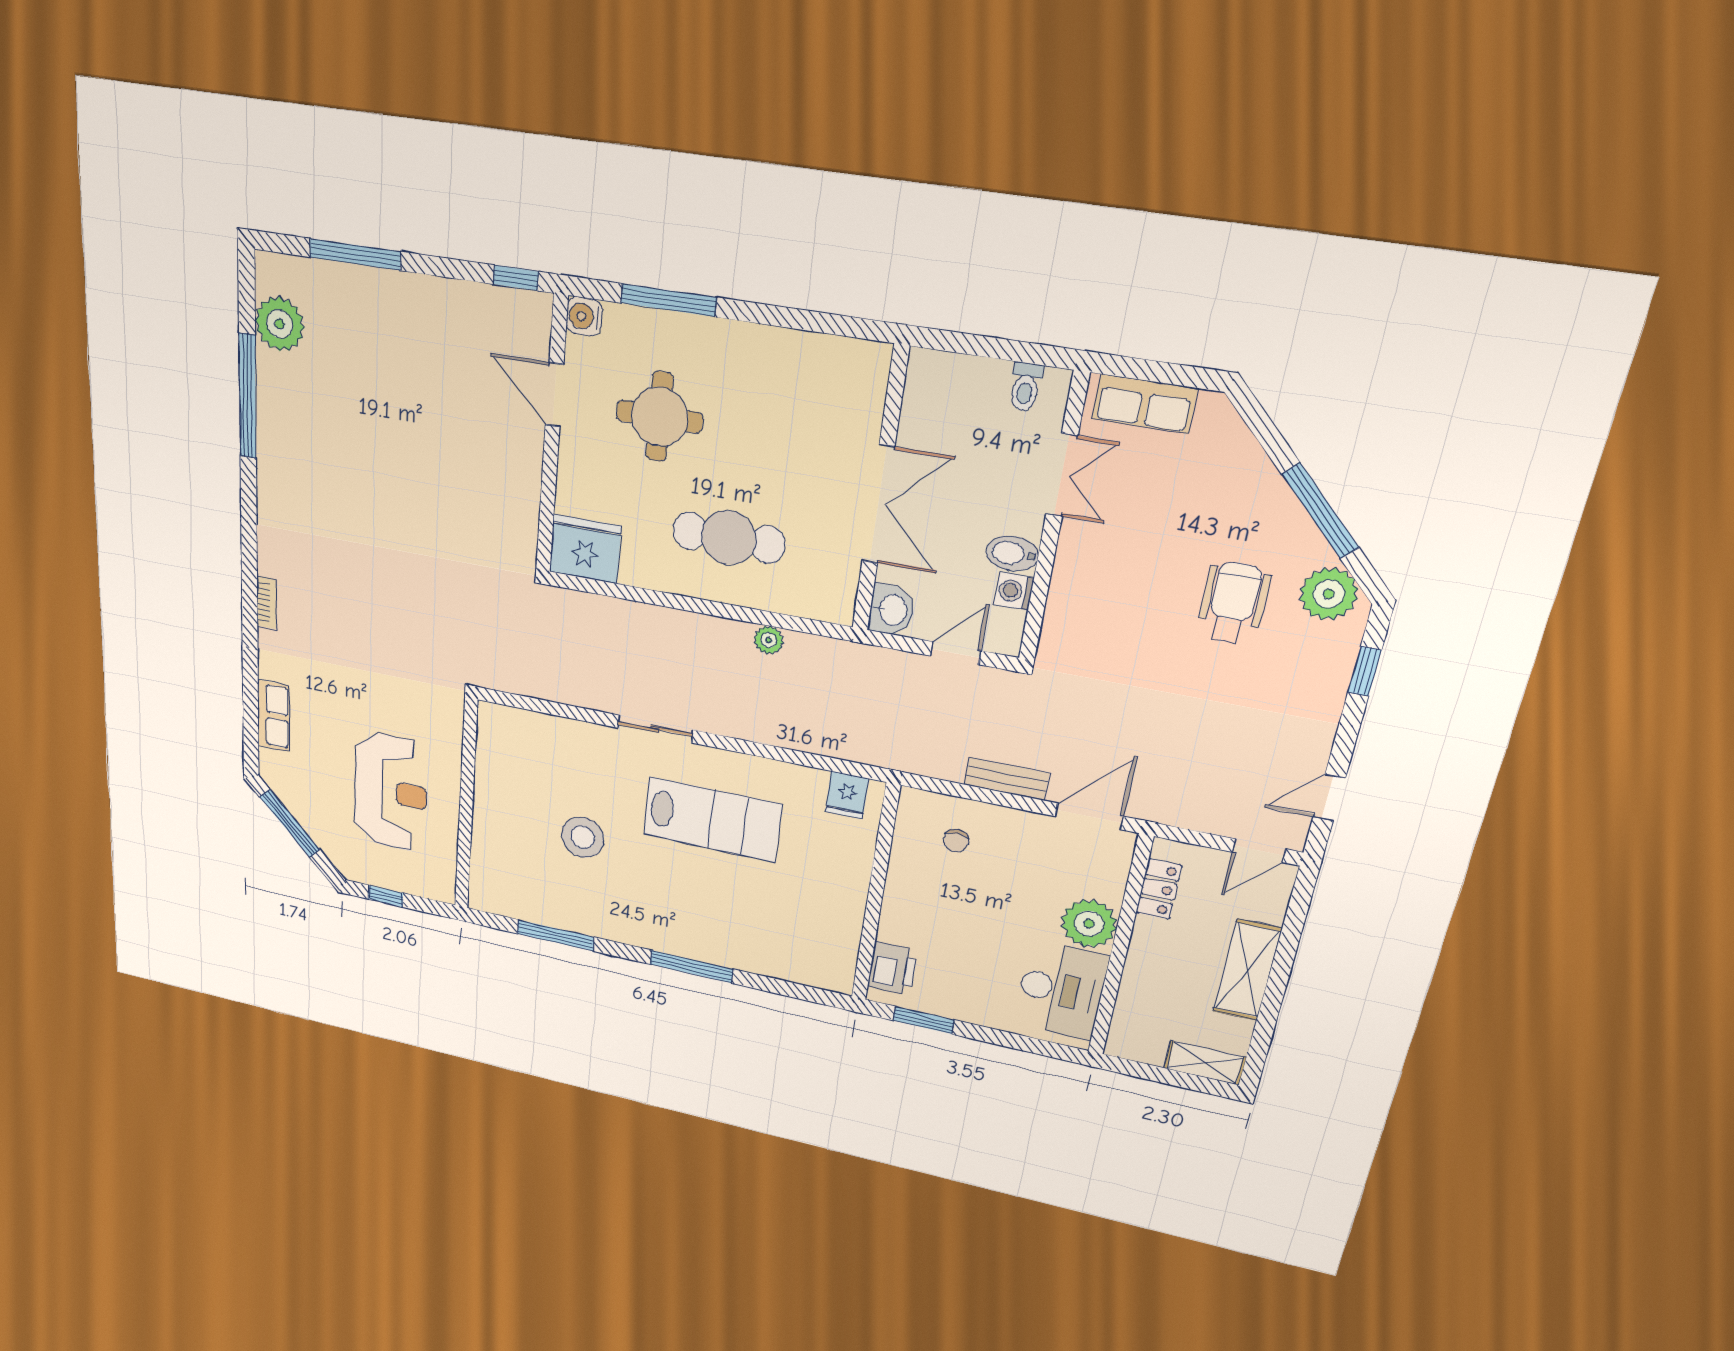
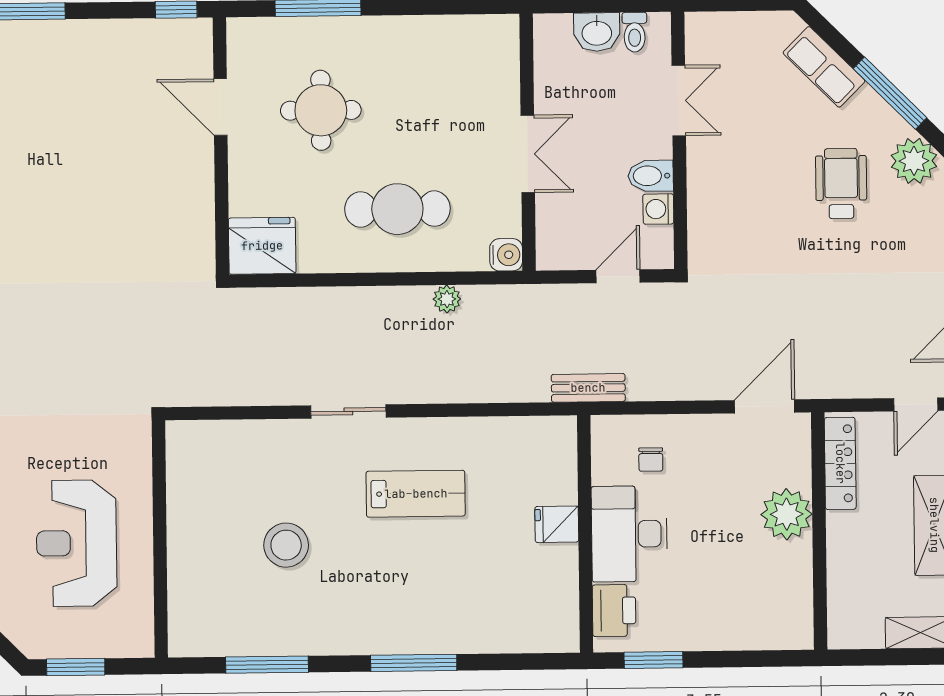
water cooler: (584, 316) -> (506, 255), moved, turned 180
row of seats: (1144, 404) -> (824, 67), moved, turned 45
double door: (878, 504) -> (528, 154), width x0.73
washbasin: (892, 610) -> (597, 32), moved, turned 90
bench: (1007, 779) -> (588, 388), moved
reception desk: (391, 792) -> (77, 543), turned 180
fridge: (847, 795) -> (557, 524), moved, turned 90
lab bench: (712, 819) -> (416, 494), width x0.73, depth x0.72
locker: (1159, 889) -> (840, 463), width x1.53
window: (386, 896) -> (76, 667), width x1.50
desk: (1061, 990) -> (629, 534), moved, turned 180

